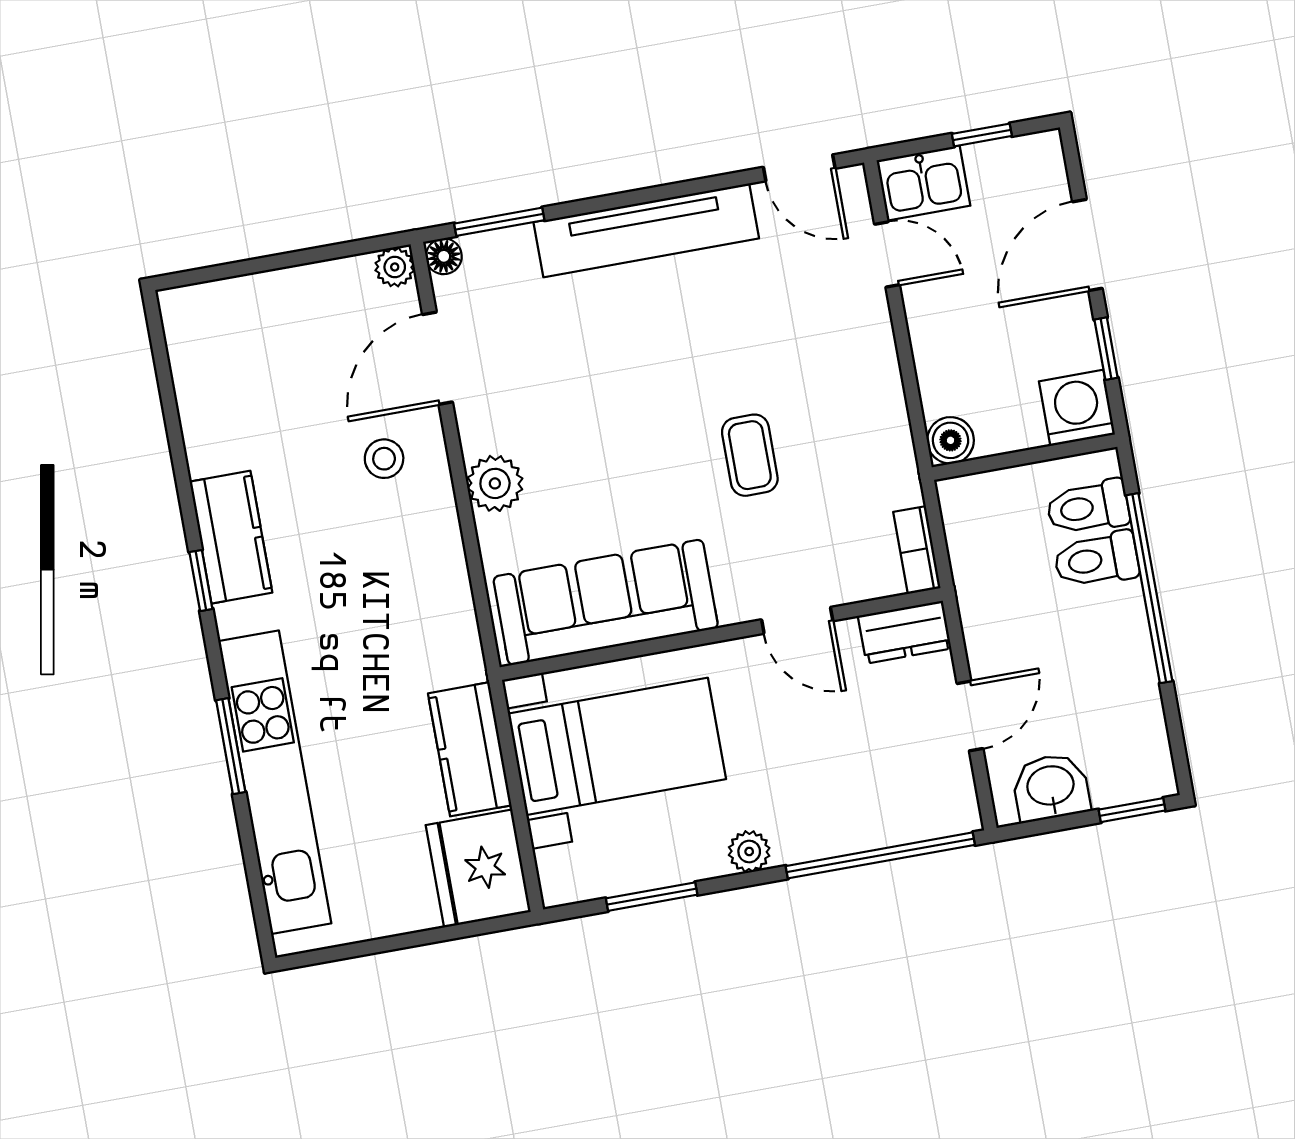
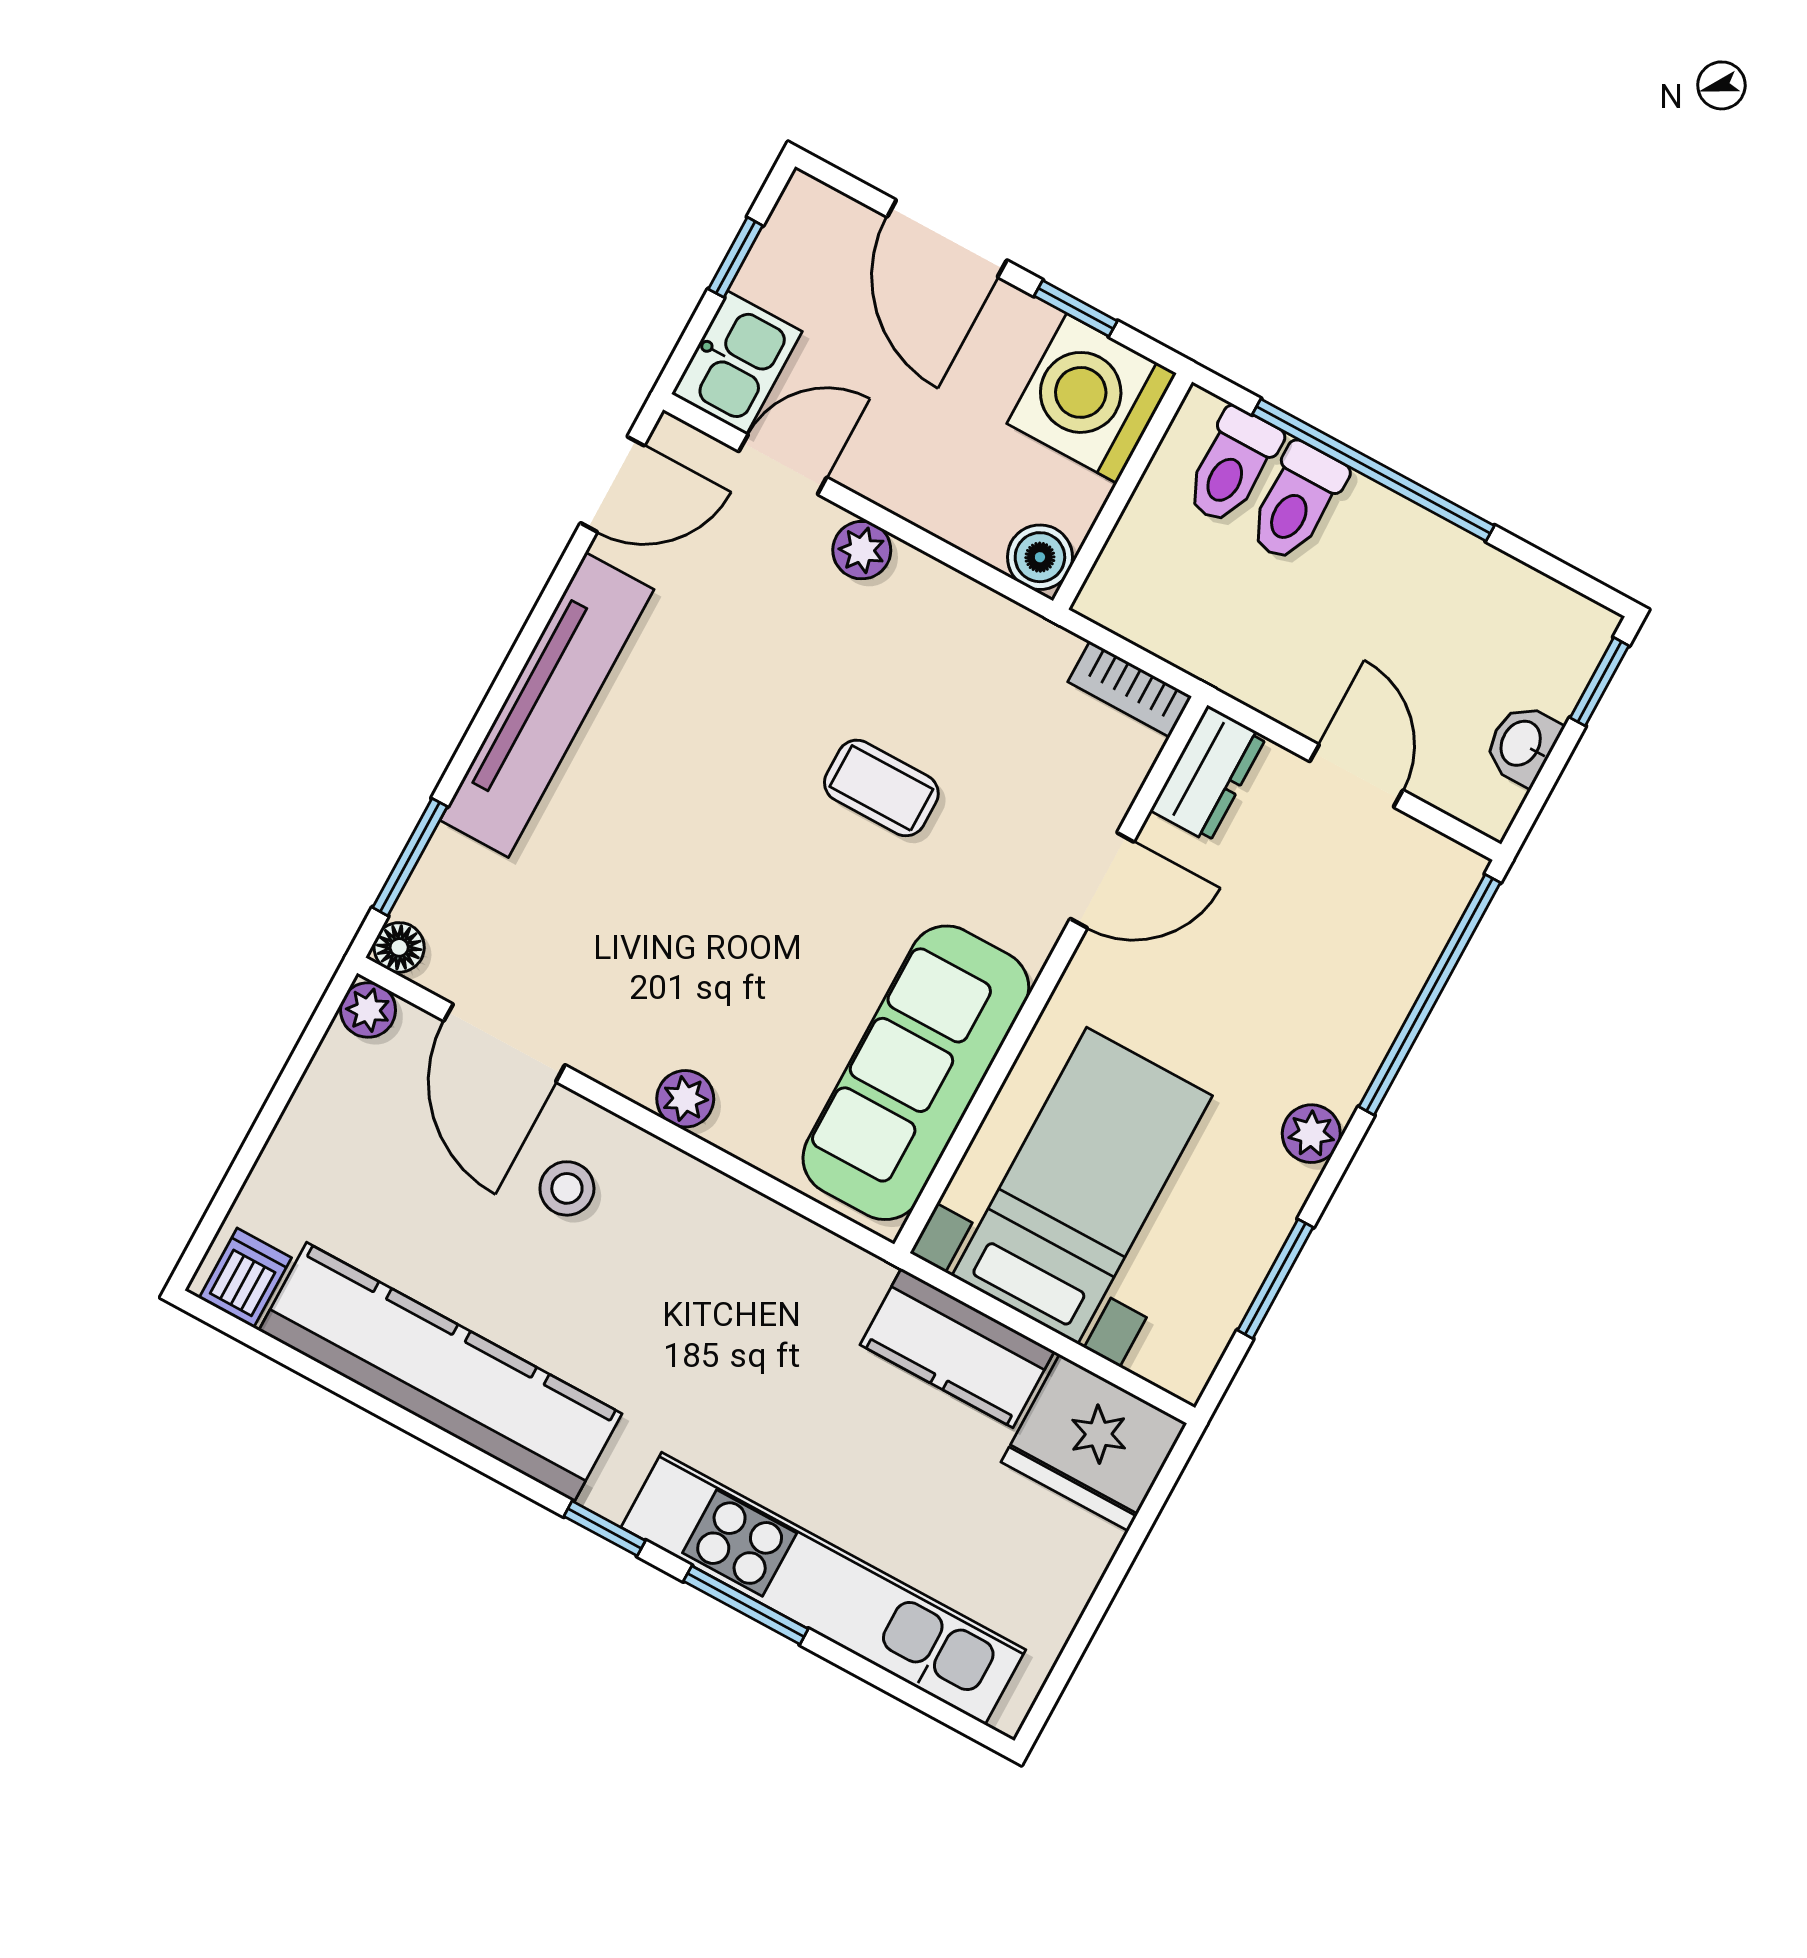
dishwasher: (189, 319) -> (245, 1278), added
plant: (874, 337) -> (862, 550), added
washing machine: (1077, 408) -> (1092, 398), width x1.37, depth x1.37
plant: (495, 483) -> (685, 1099), width x0.73, depth x0.73
kitchen counter: (231, 537) -> (440, 1372), width x2.08, depth x1.17
window: (201, 581) -> (605, 1528), moved
washbasin: (1051, 787) -> (1522, 744), width x0.72, depth x0.69

